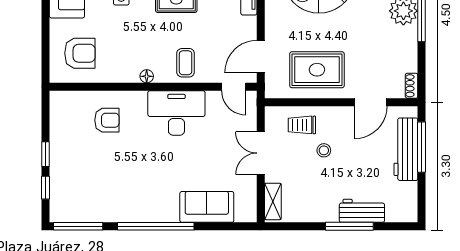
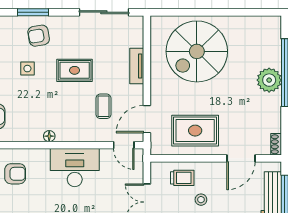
coffee table: (186, 63) -> (103, 106), moved
trolley: (302, 125) -> (182, 178), turned 180

